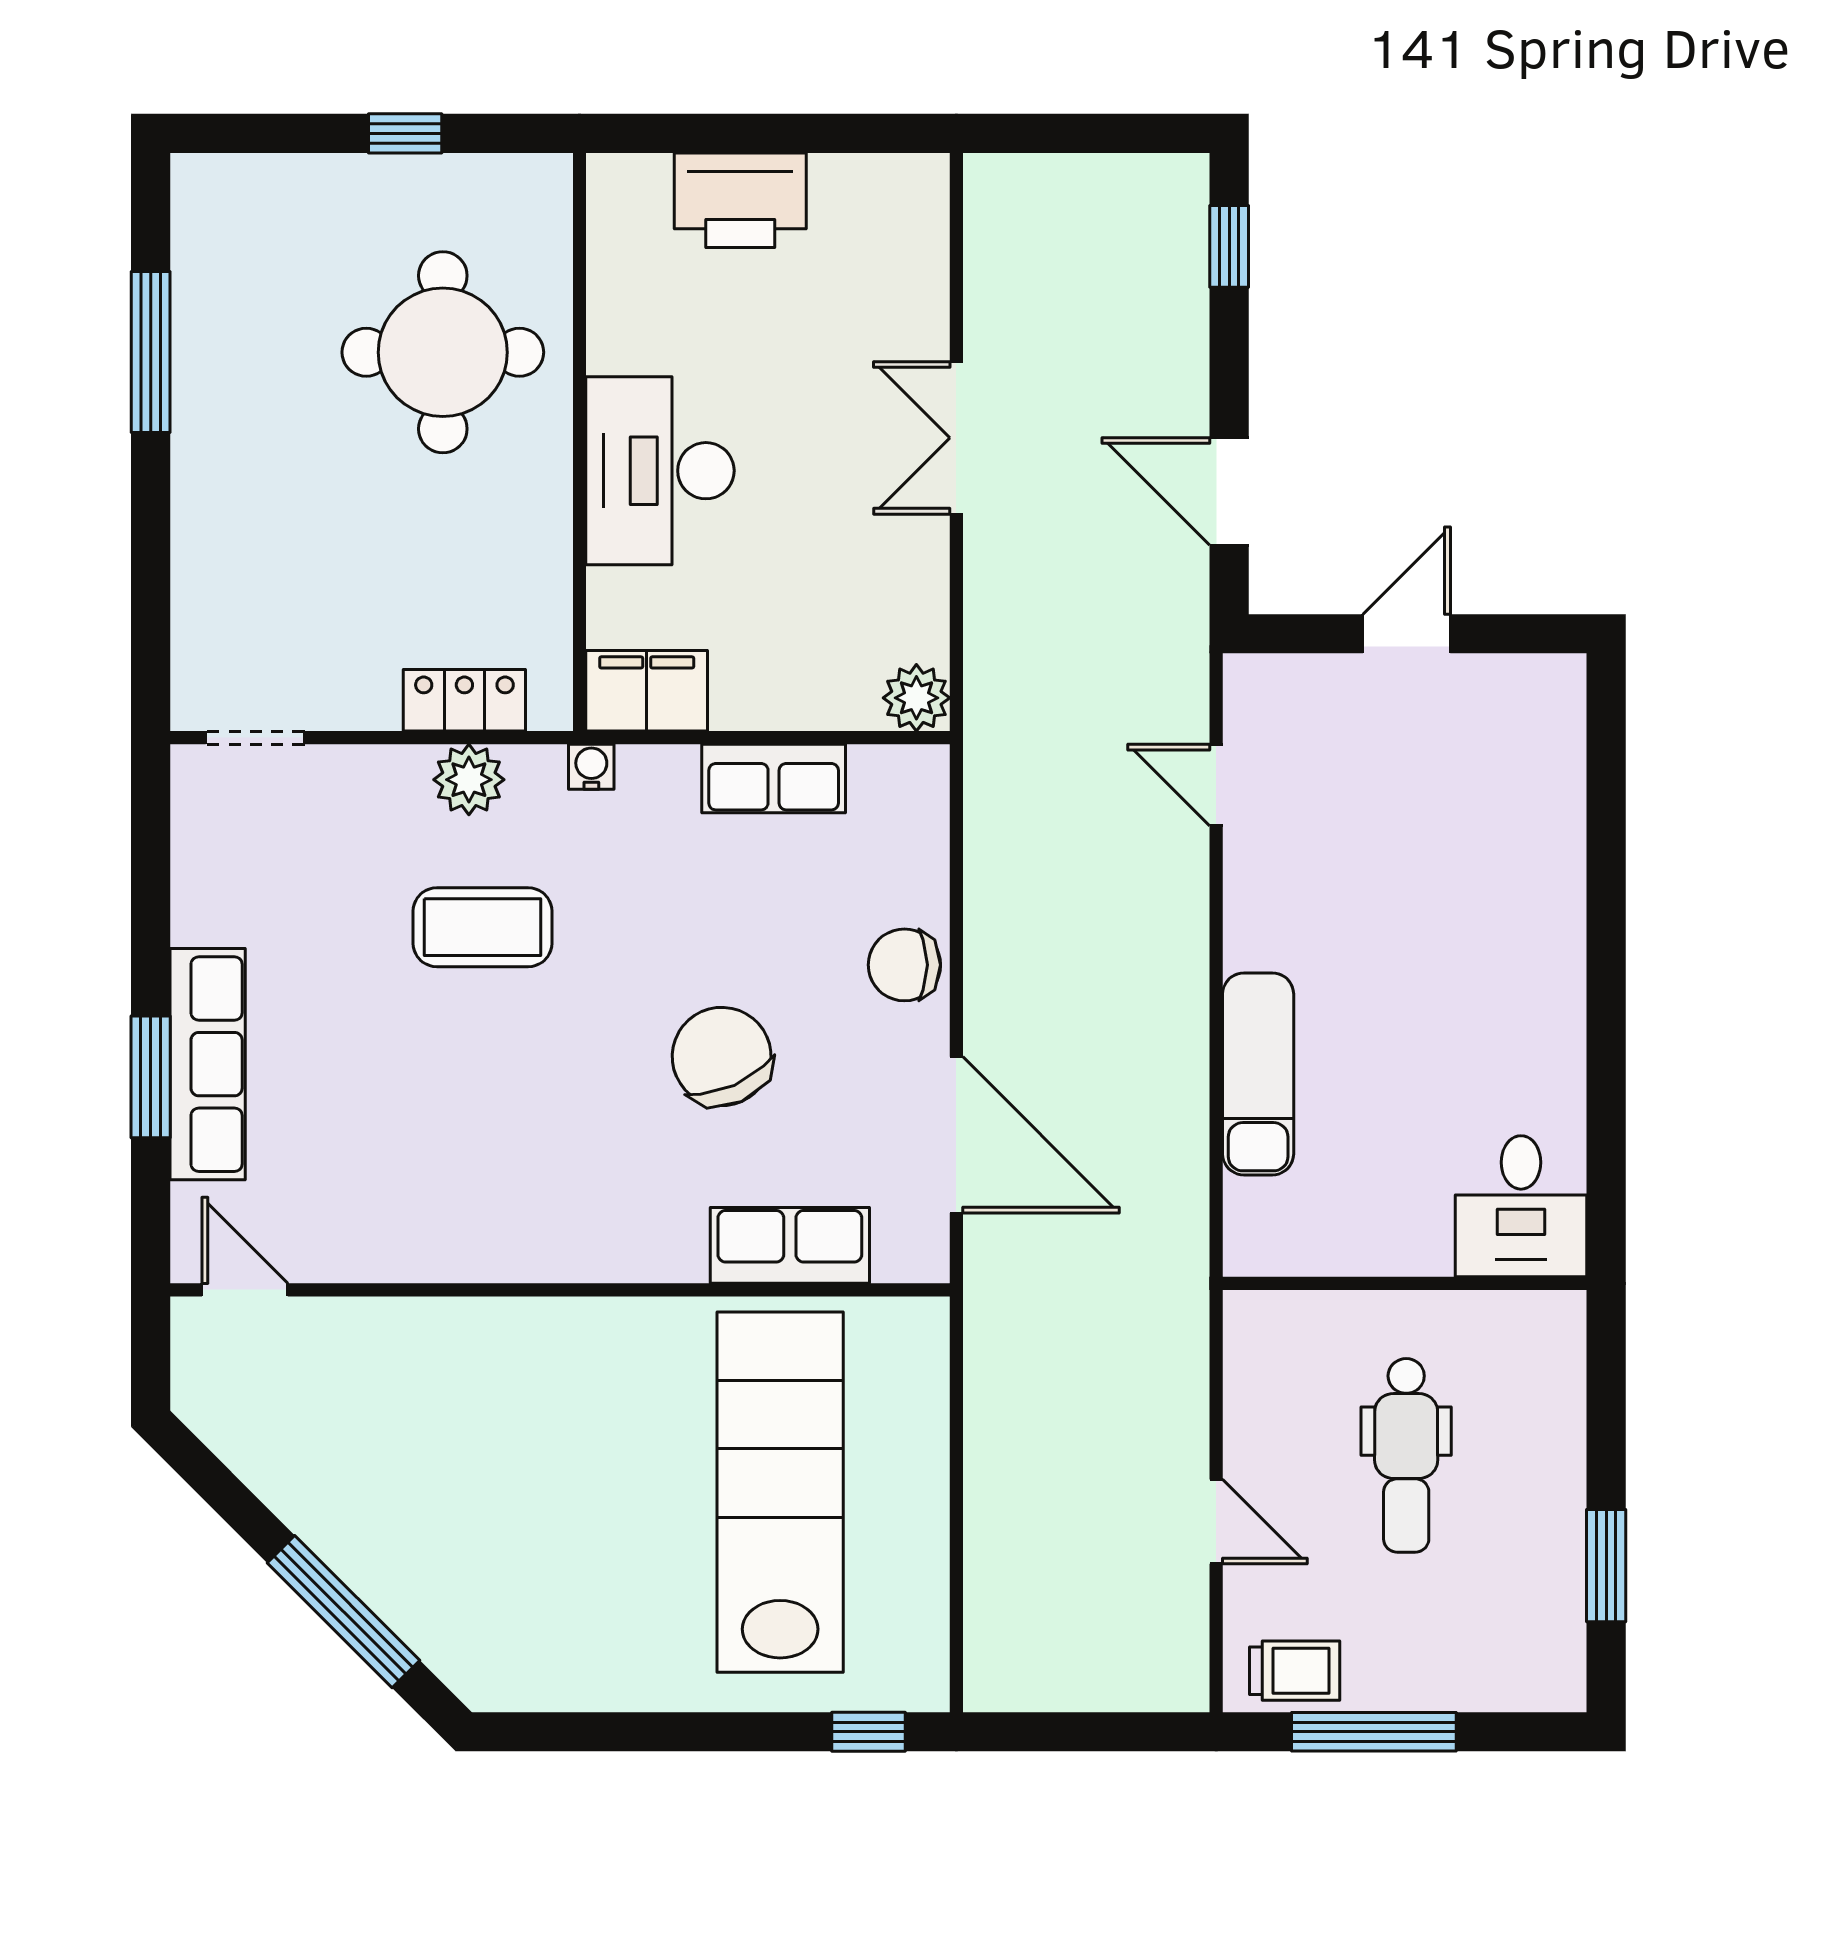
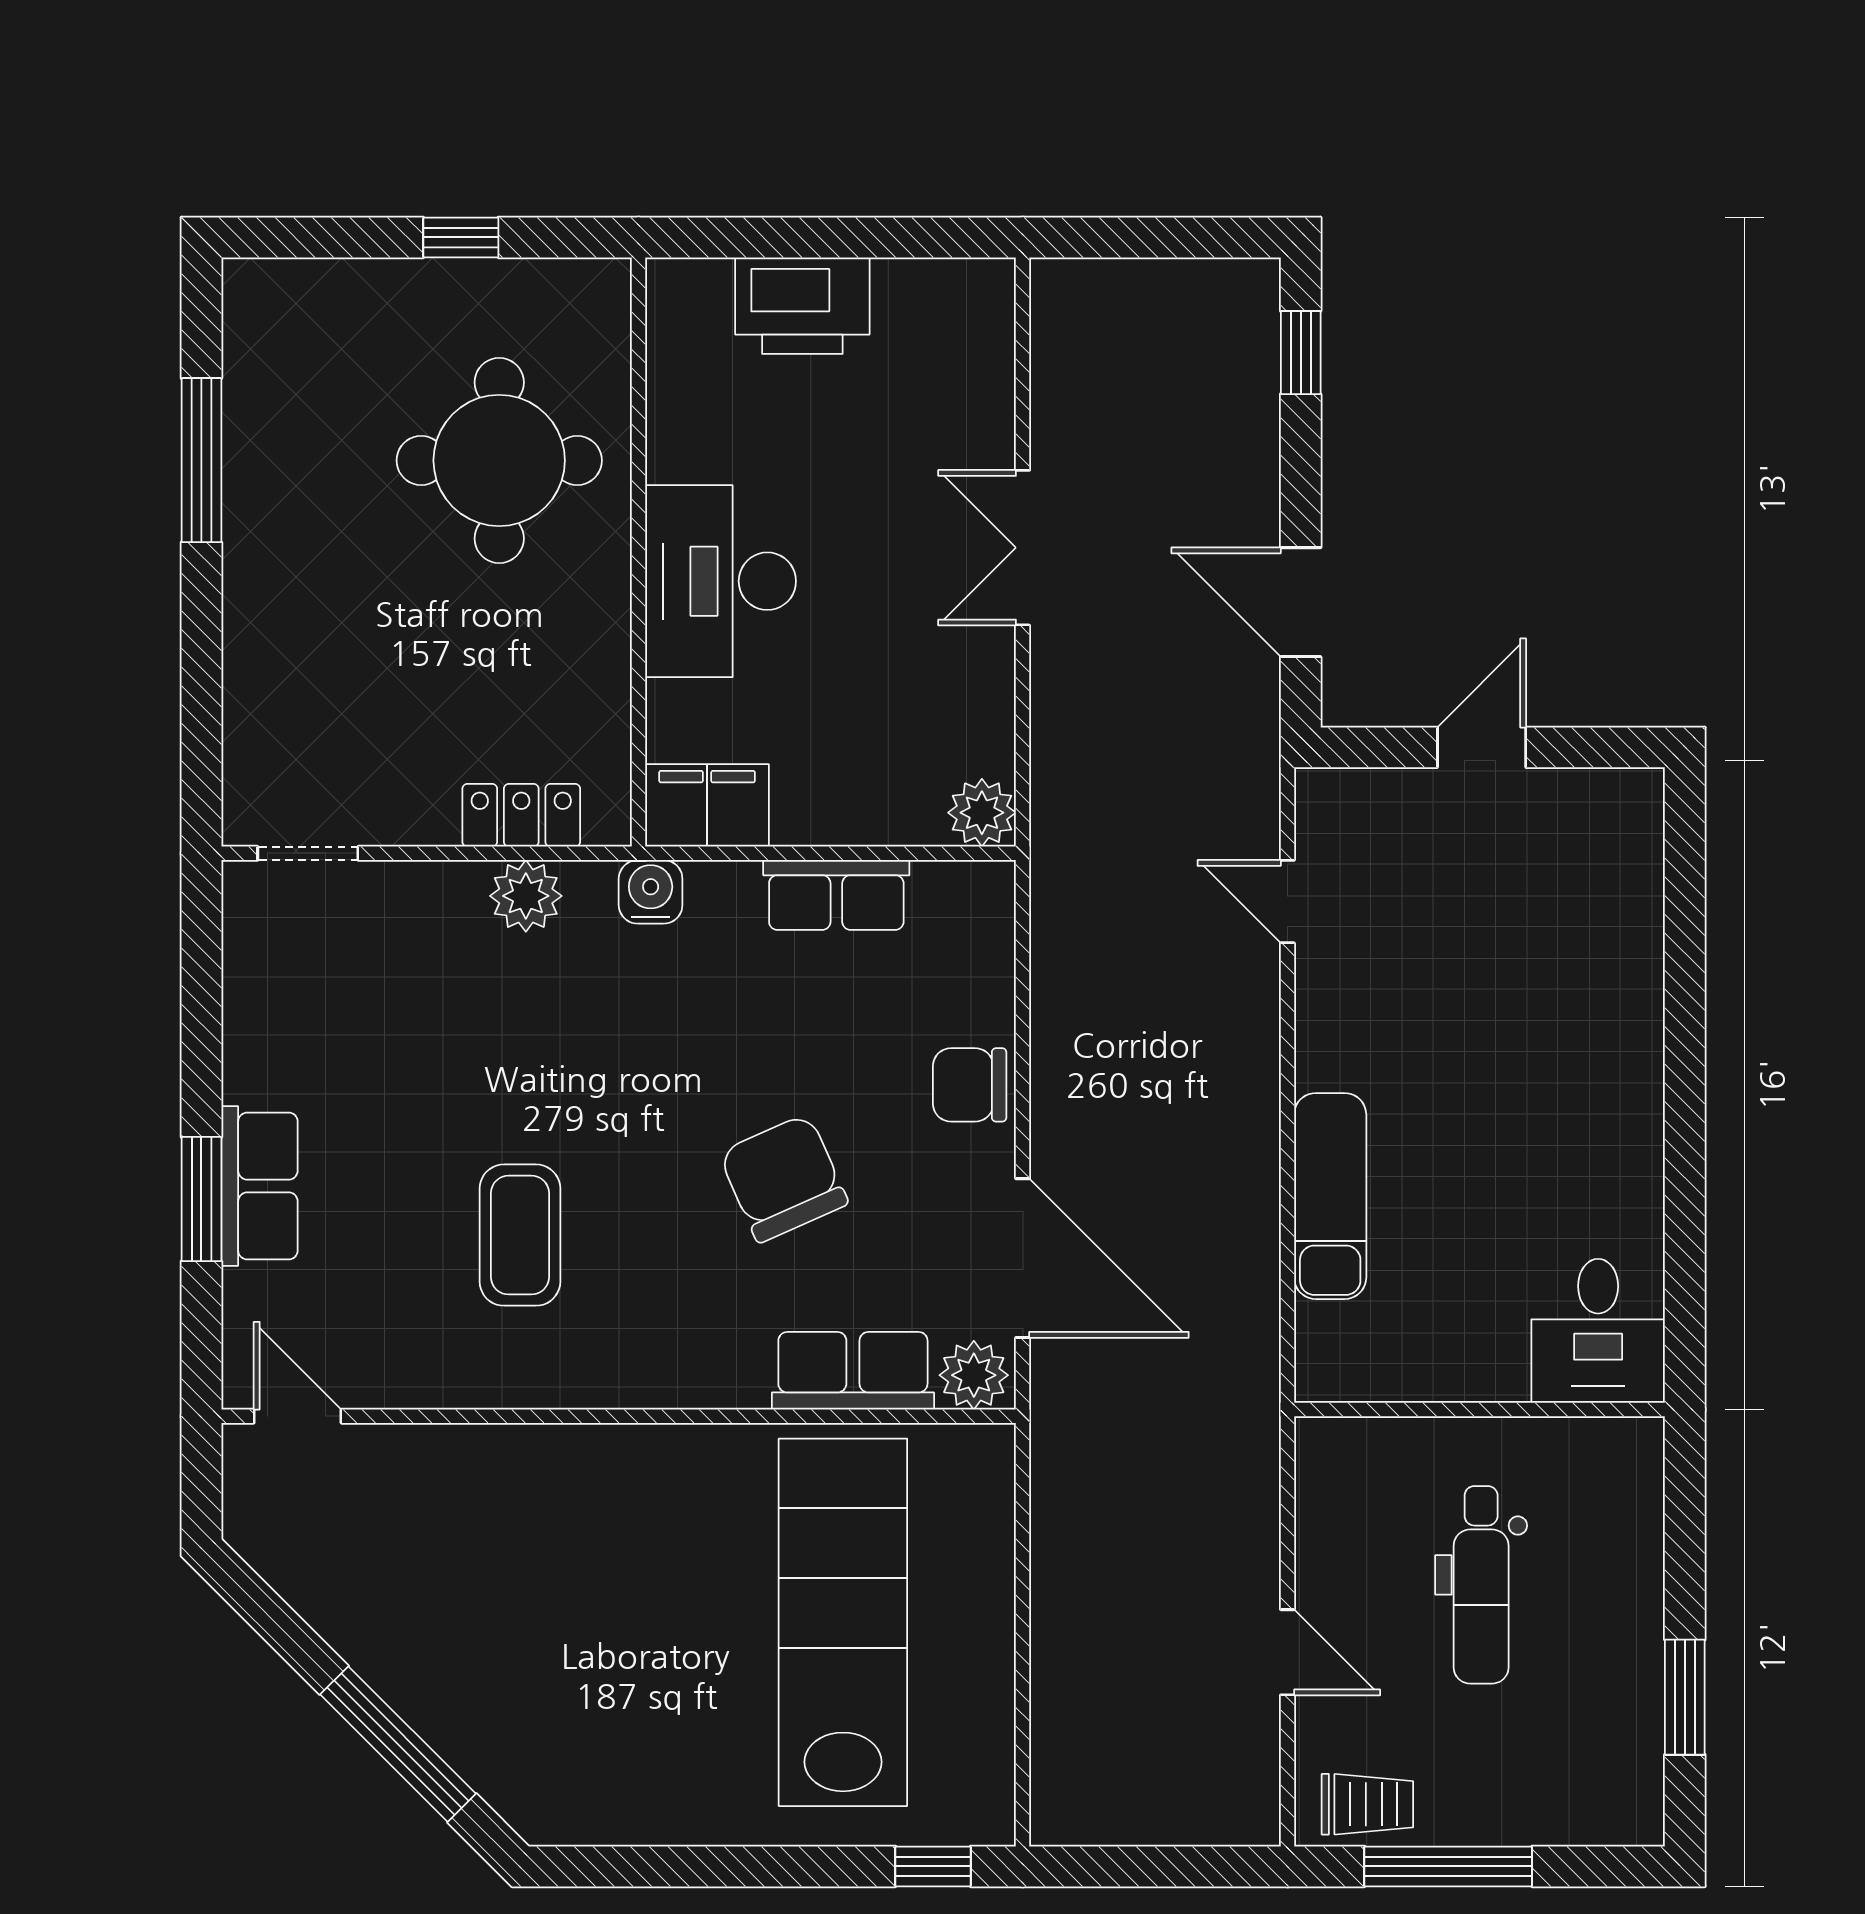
water cooler: (591, 767) -> (651, 892), width x1.38, depth x1.38
coffee table: (483, 927) -> (520, 1235), moved, turned 90
row of seats: (208, 1064) -> (260, 1186), width x0.68
plant: (908, 1250) -> (974, 1375), added

